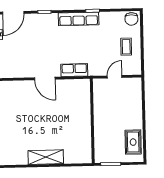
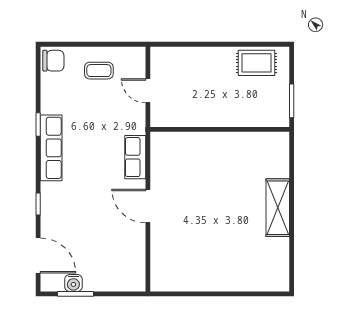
door: (45, 78) -> (148, 206), swing flipped

